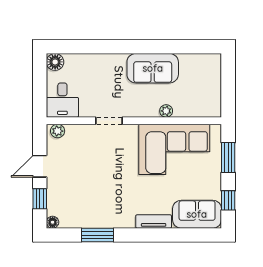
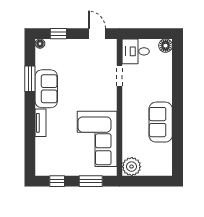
plant: (166, 111) -> (132, 167), moved, width x1.87, depth x1.87
doorway: (109, 121) -> (120, 76), moved
plant: (58, 131) -> (111, 48), removed
door: (40, 166) -> (97, 34), moved
sofa: (197, 214) -> (46, 89), moved

